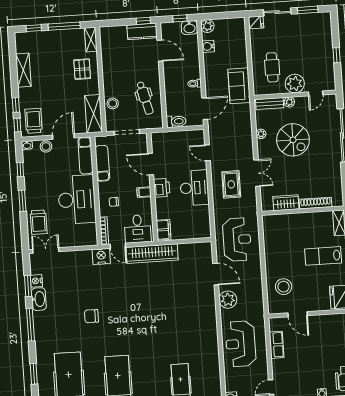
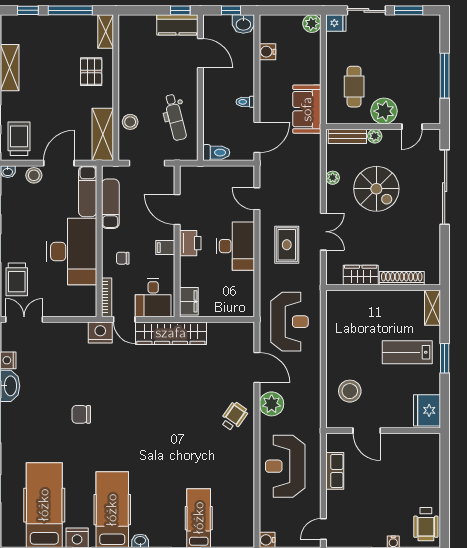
plant: (207, 26) -> (312, 24), moved
window: (337, 55) -> (445, 76), width x2.17
wheelchair: (201, 310) -> (234, 416), added

